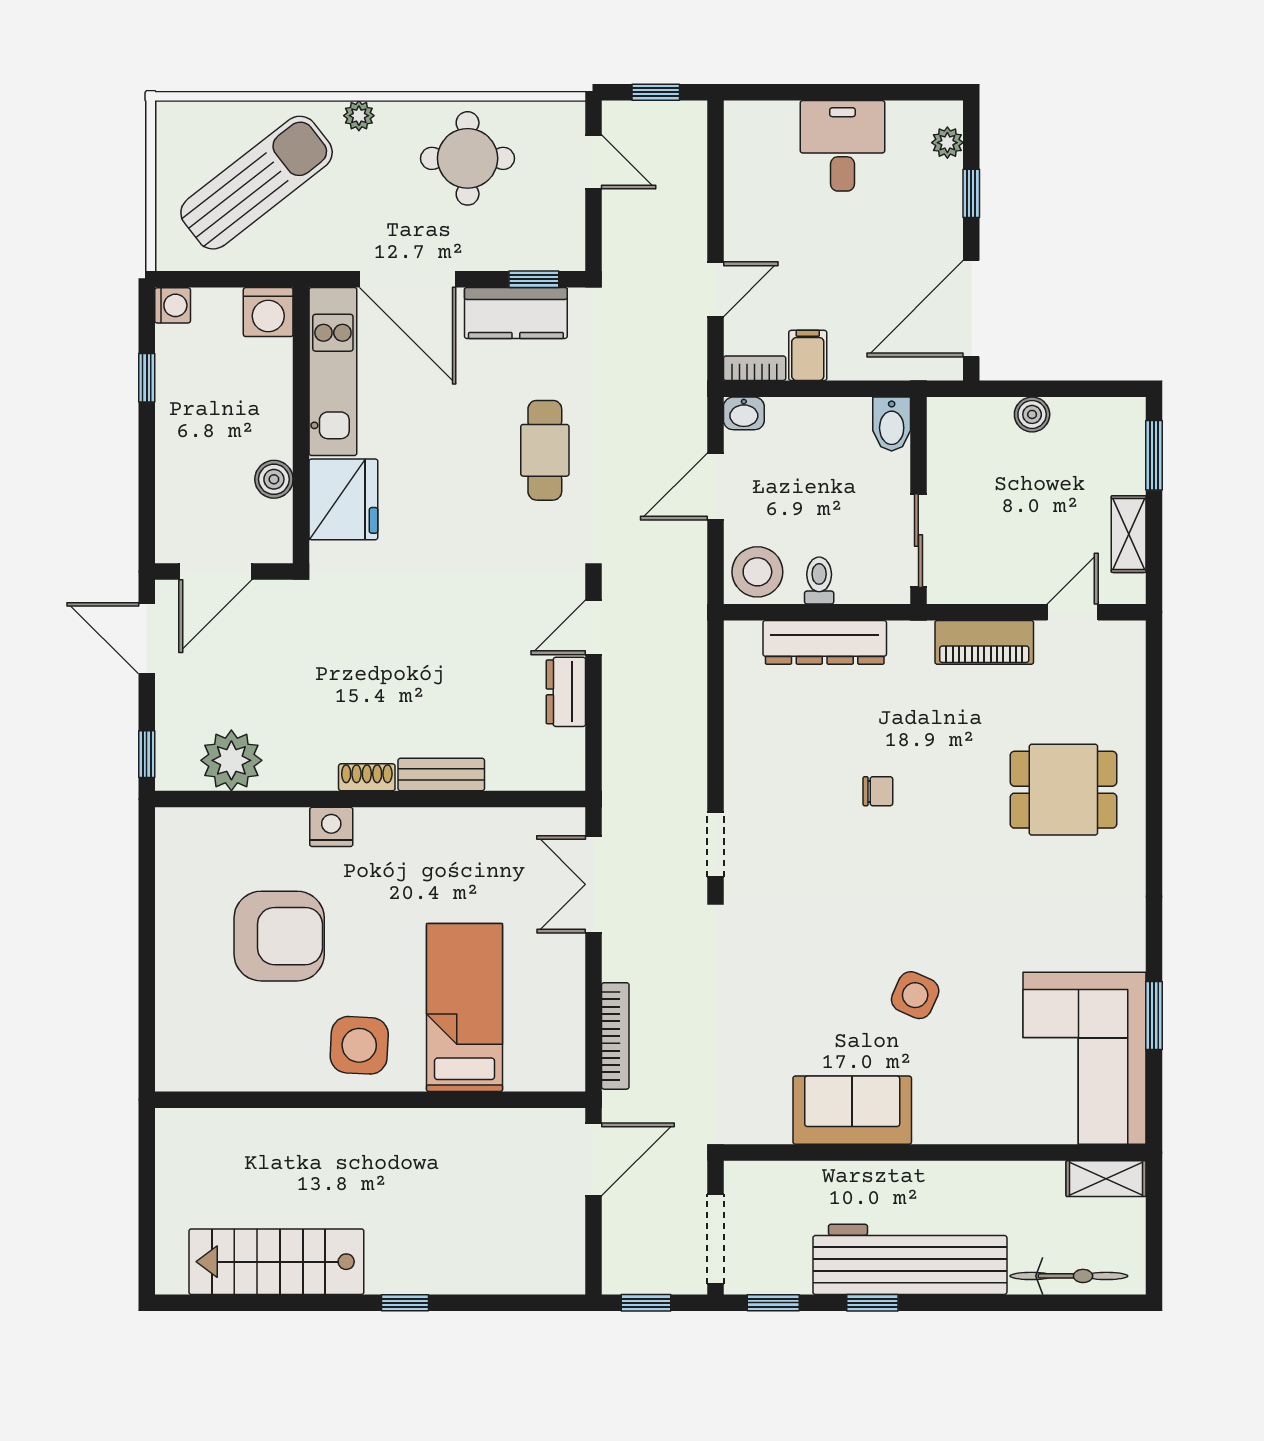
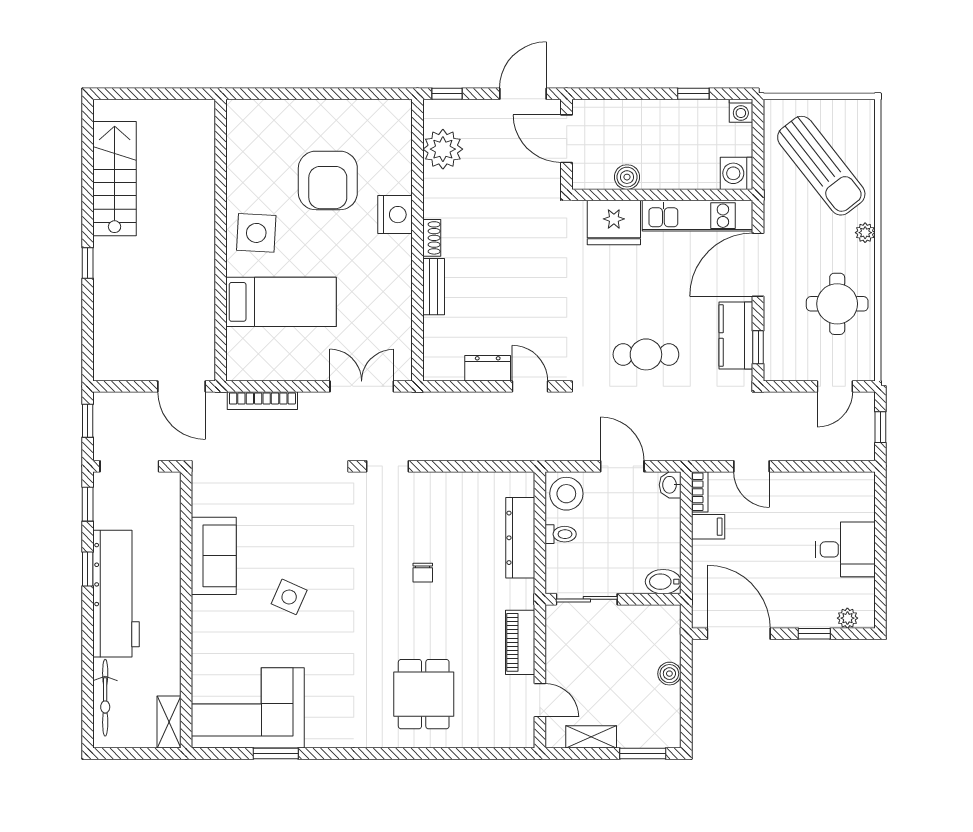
nightstand: (331, 827) -> (395, 215), width x1.36, depth x1.33

